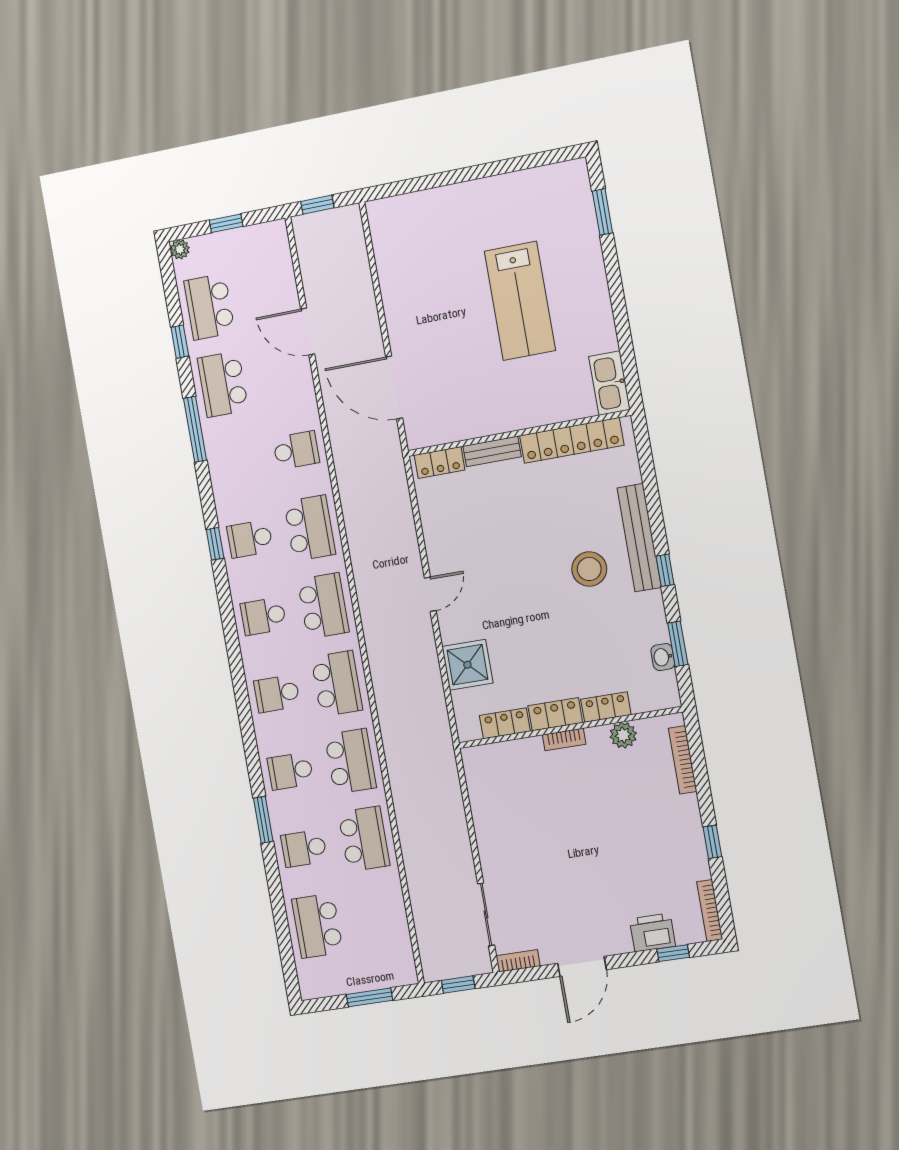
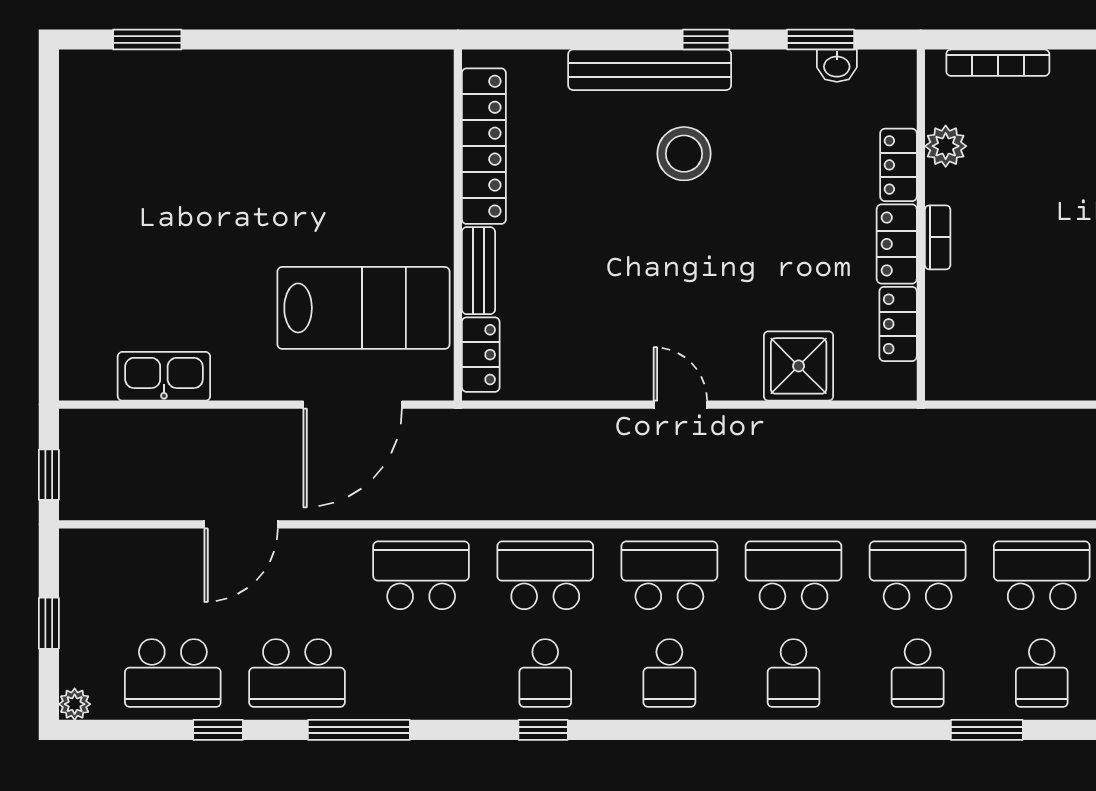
lab bench: (520, 301) -> (363, 308), moved
kitchen sink: (609, 383) -> (164, 376), moved, turned 180
school desk: (296, 450) -> (421, 575), width x1.85

